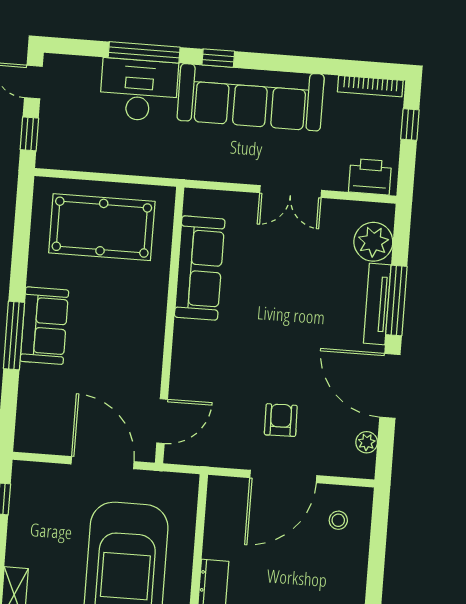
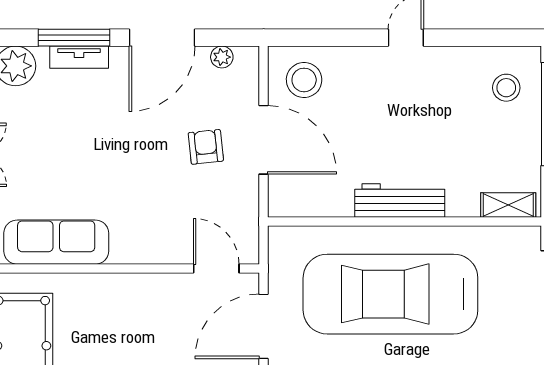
tv unit: (377, 304) -> (79, 57), width x0.71
armchair: (281, 420) -> (206, 147), turned 85
stool: (338, 520) -> (304, 80), width x1.89, depth x1.89

